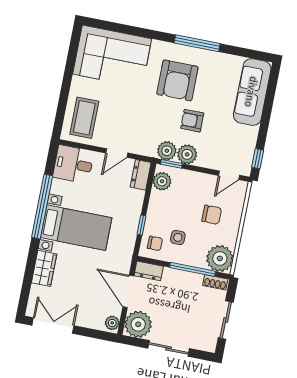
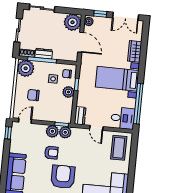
door: (117, 153) -> (96, 128), swing flipped
plant: (162, 181) -> (68, 92), moved
window: (42, 207) -> (138, 104), moved
dresser: (149, 271) -> (44, 54), moved
window: (93, 333) -> (100, 14), added
sliding door: (169, 348) -> (42, 8), moved

